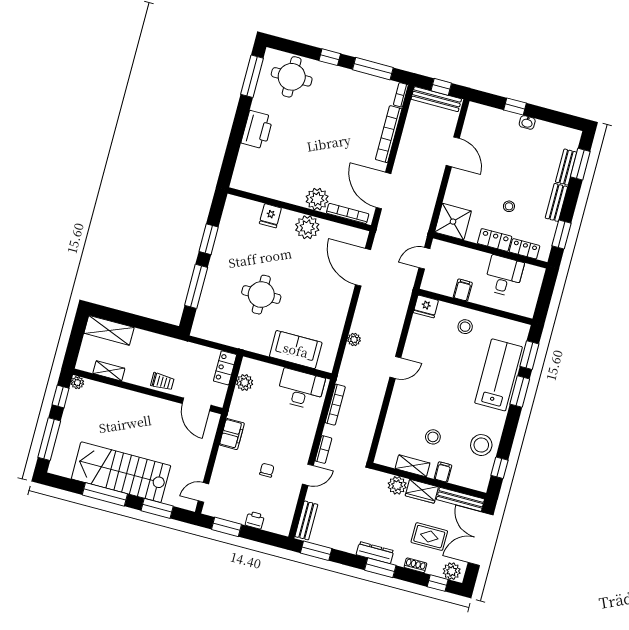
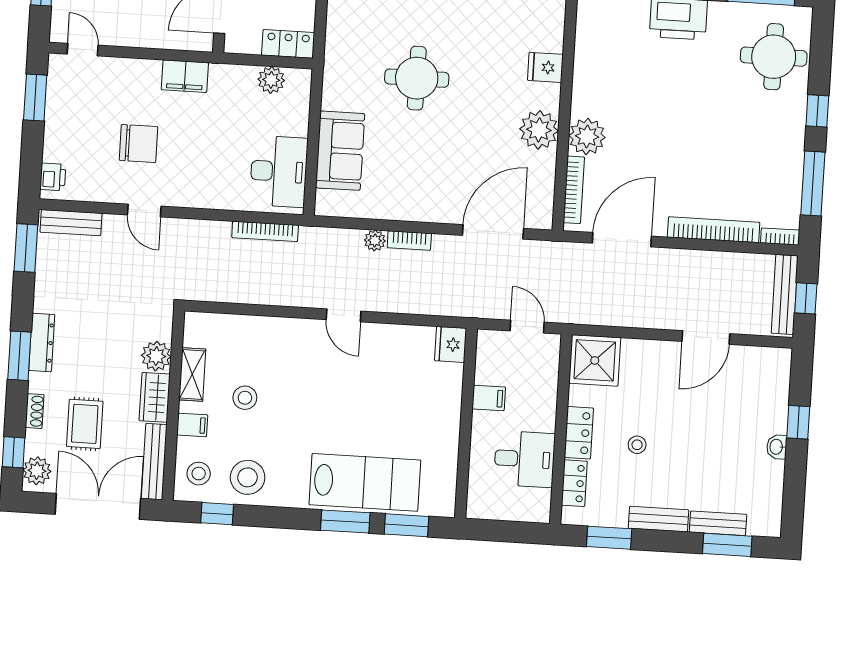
stool: (465, 327) -> (199, 474), moved
bookcase: (323, 450) -> (409, 240), moved
chair: (267, 470) -> (139, 144), width x1.87, depth x1.87
printer: (255, 520) -> (53, 177), moved

